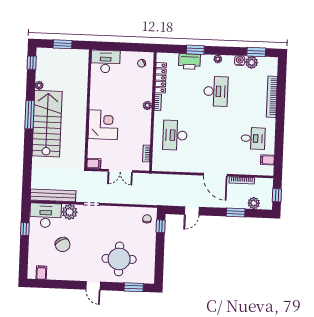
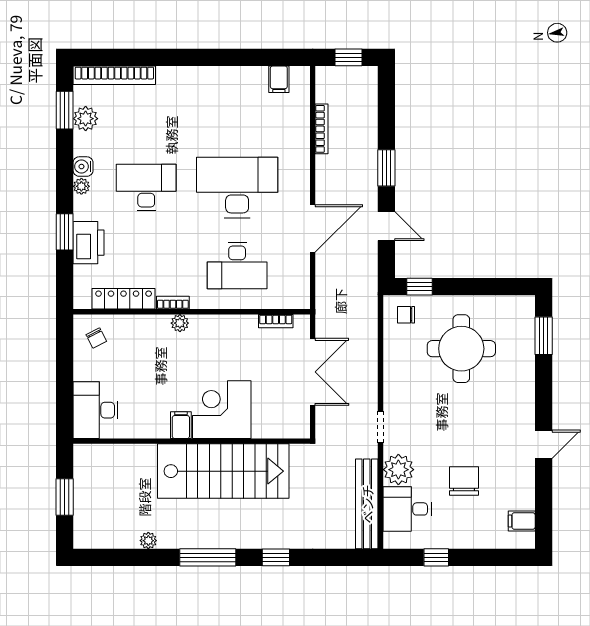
water cooler: (240, 61) -> (83, 167), moved
window: (32, 63) -> (276, 557), moved
bookcase: (272, 97) -> (114, 75), moved
stairs: (47, 124) -> (223, 471), moved, turned 180
desk: (253, 138) -> (237, 188), moved, width x1.87, depth x1.30
filing cabinet: (94, 164) -> (181, 425), moved
double door: (120, 171) -> (313, 372), width x1.37
door: (215, 175) -> (313, 228), moved
plant: (254, 203) -> (366, 103), removed
window: (236, 213) -> (386, 168), moved
desk: (46, 215) -> (407, 509), width x0.73
chair: (63, 245) -> (464, 481), turned -61
round table: (119, 259) -> (461, 349), moved
door: (93, 286) -> (544, 444), moved

